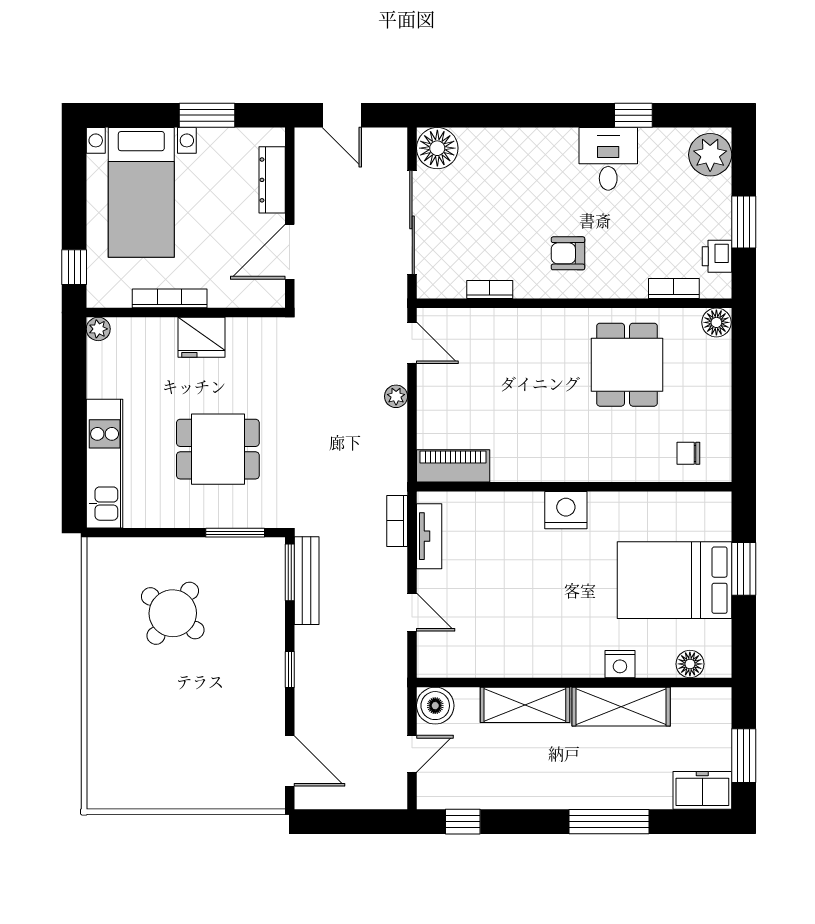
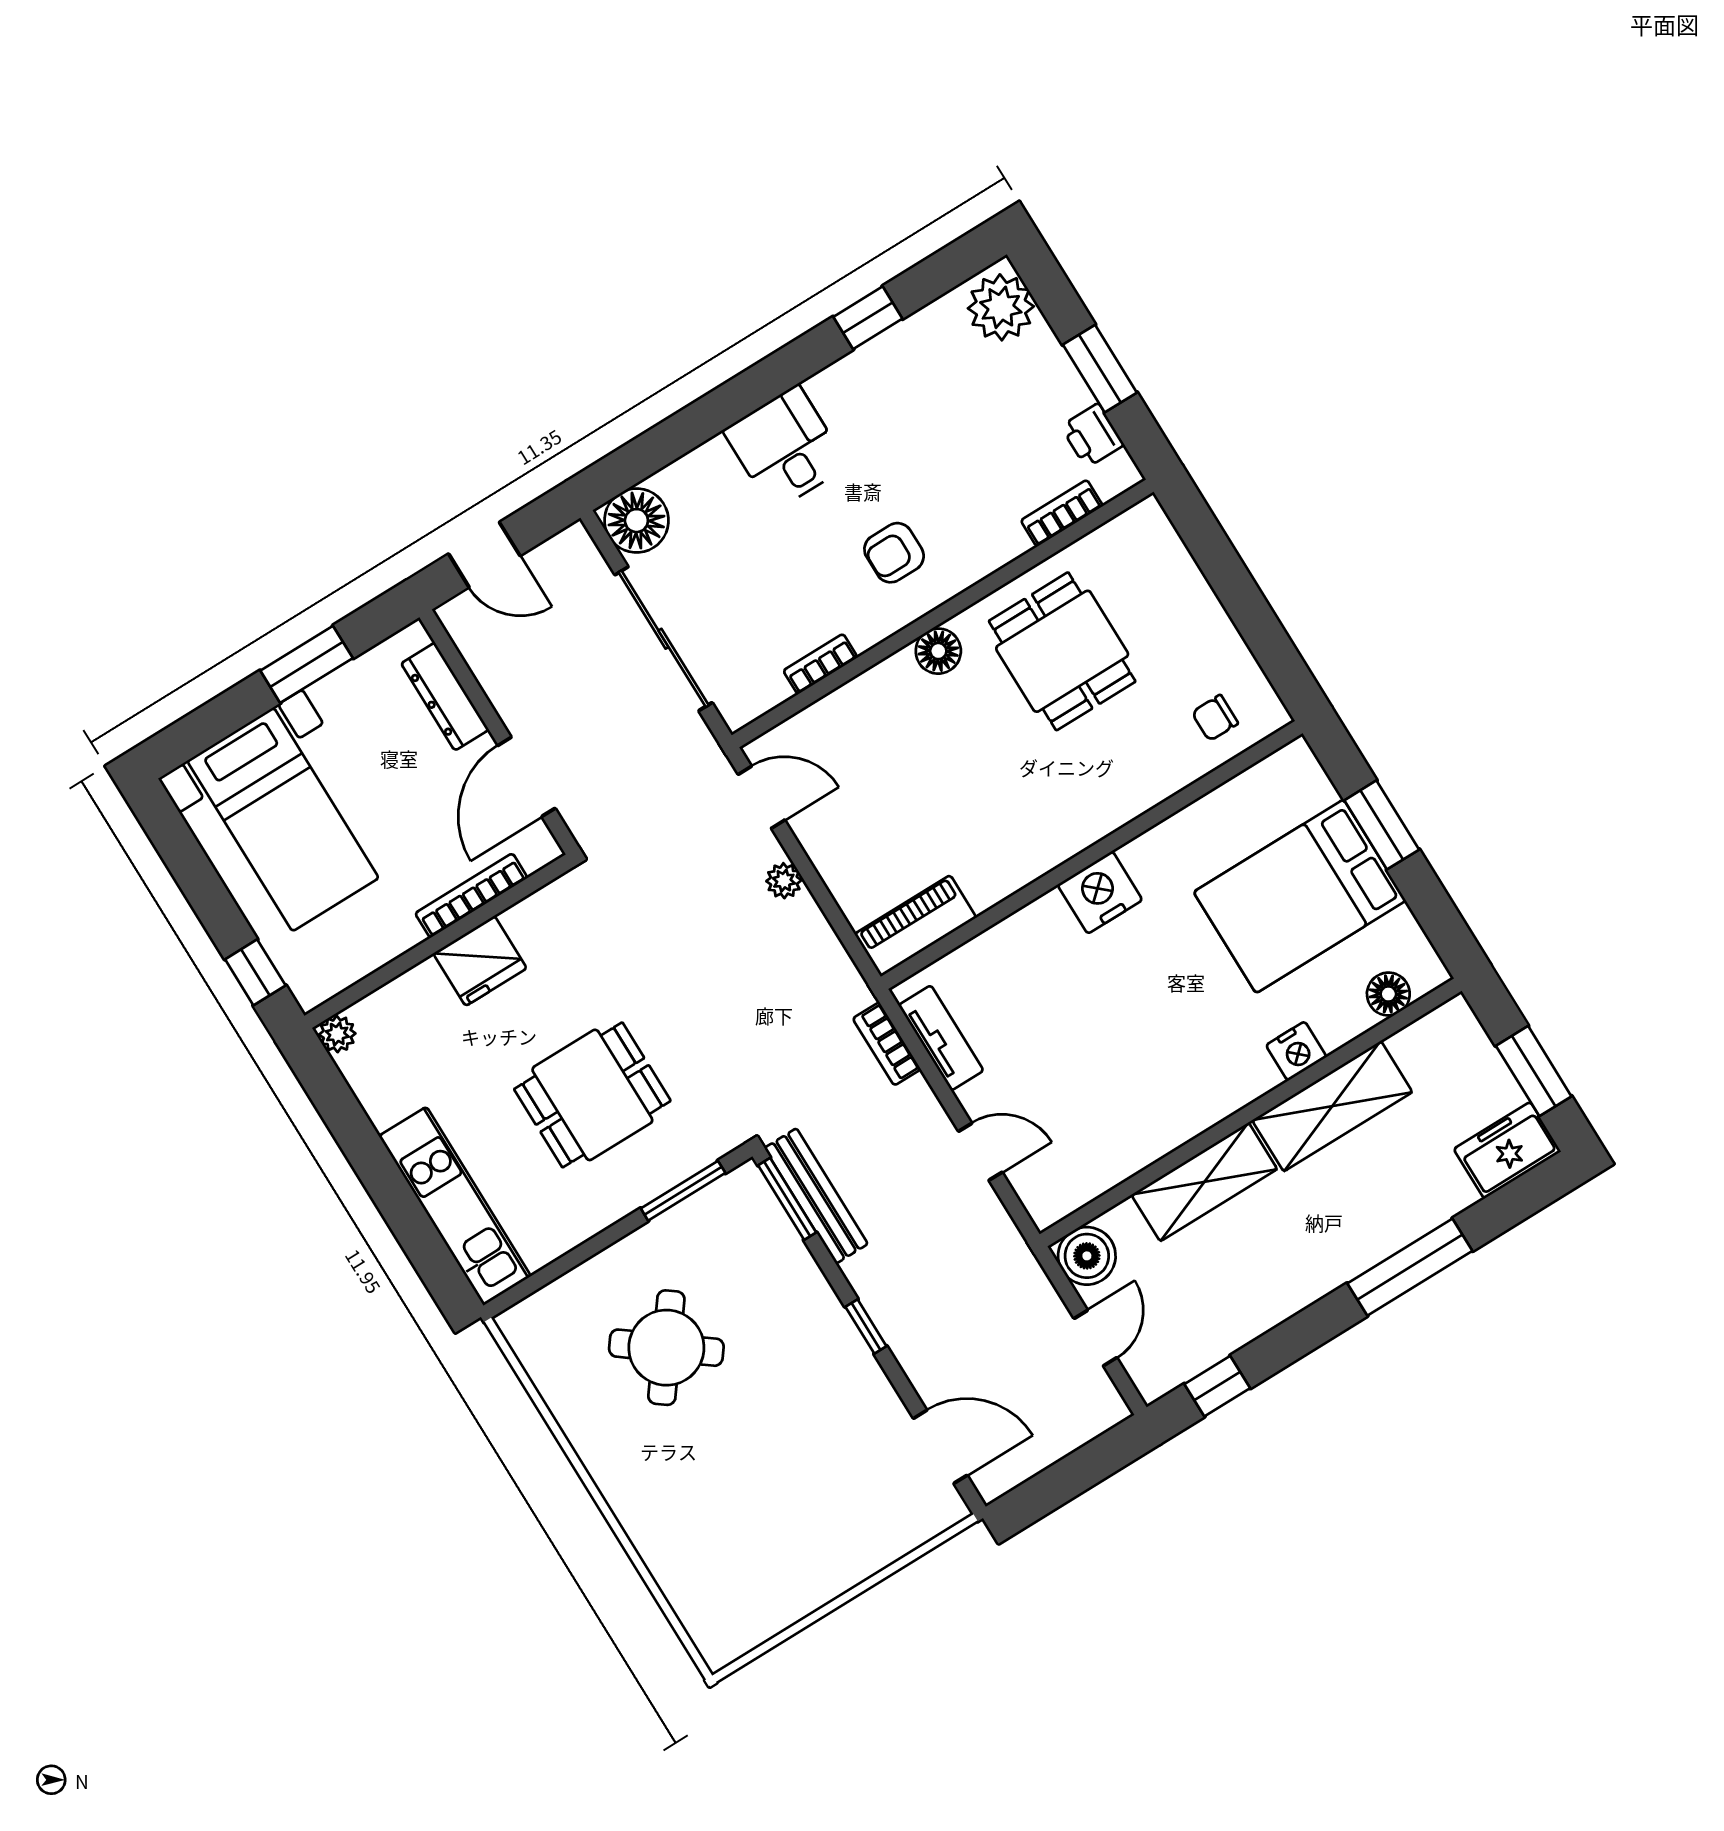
desk: (608, 159) -> (786, 448), moved
bookcase: (170, 298) -> (471, 896), moved
floor lamp: (716, 322) -> (938, 651), moved

